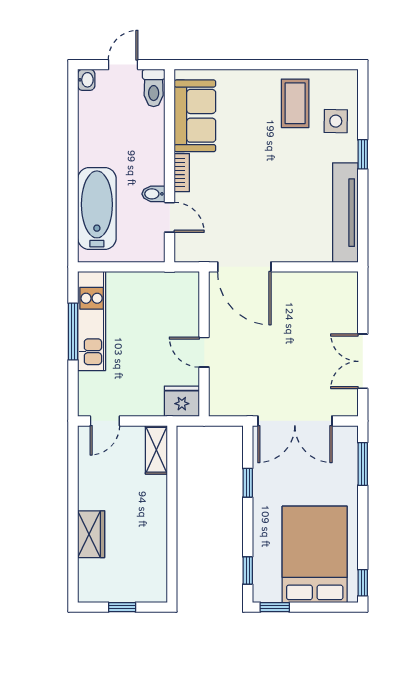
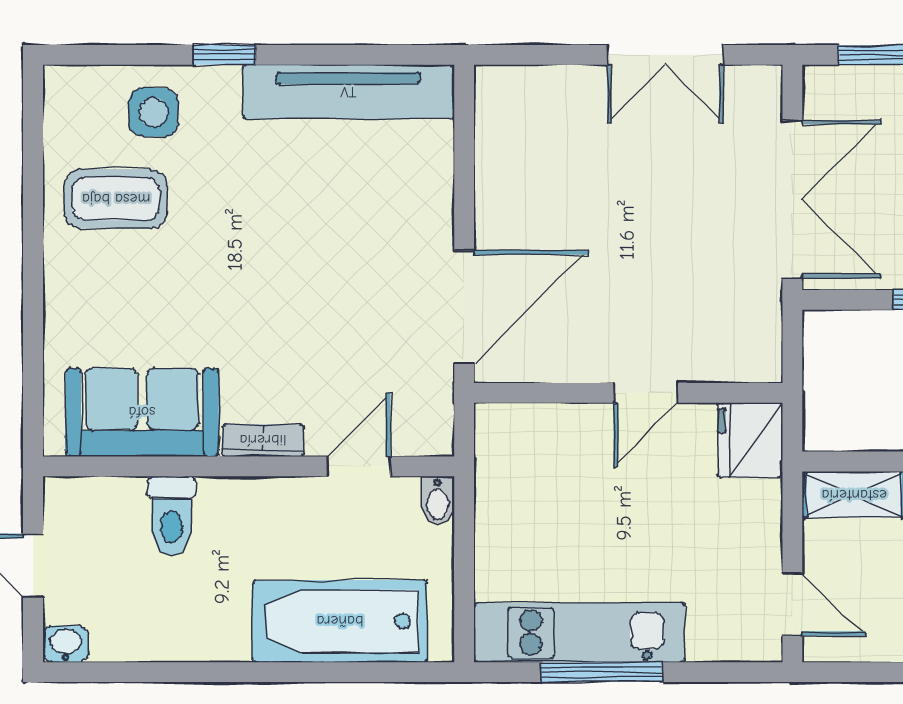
toilet: (154, 88) -> (171, 516), moved, turned 90
bidet: (153, 194) -> (438, 501), moved

